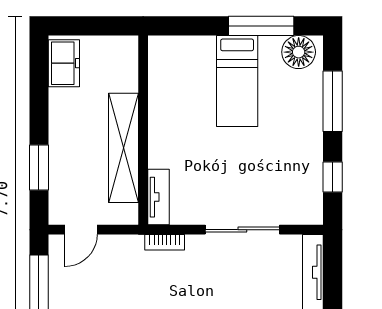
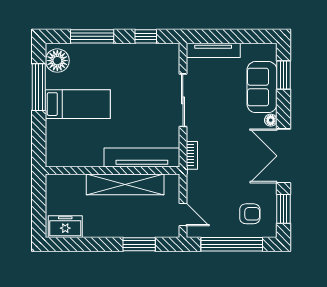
tv unit: (159, 197) -> (142, 157), width x1.92, depth x1.29

